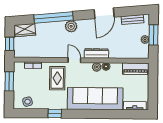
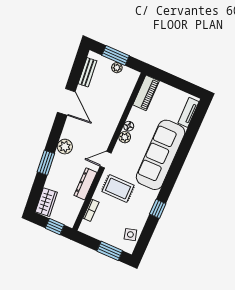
window: (53, 18) -> (46, 163), width x0.47
dresser: (96, 53) -> (85, 184), moved
window: (9, 81) -> (110, 251), moved

